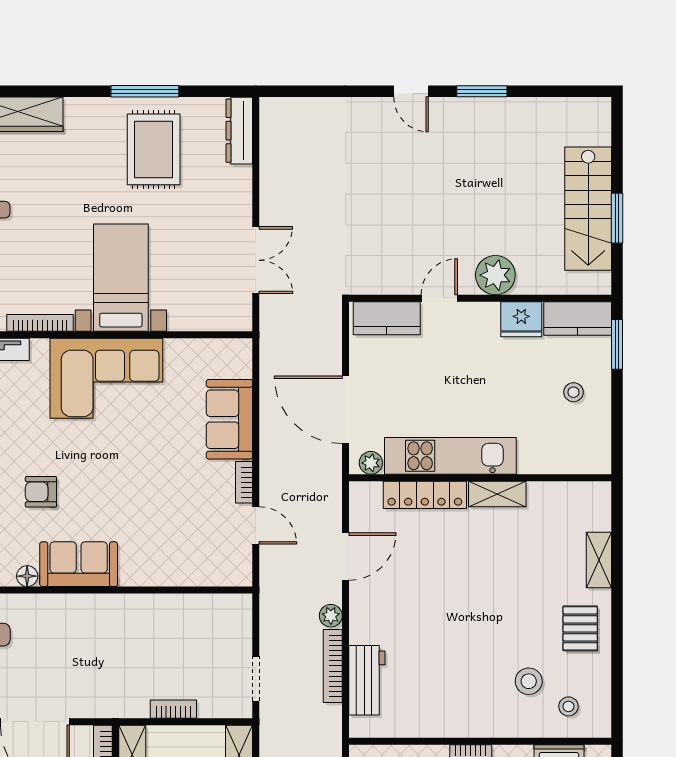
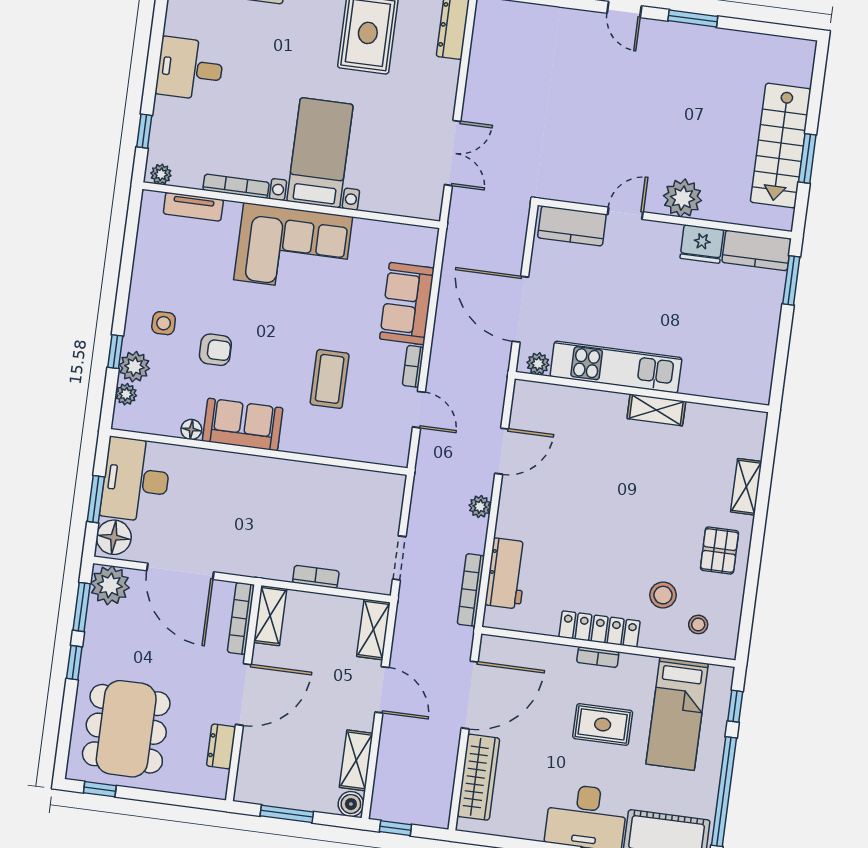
stool: (573, 392) -> (743, 321), removed
armchair: (41, 492) -> (215, 350), turned 180
locker: (425, 495) -> (600, 629), moved, turned 180
coffee table: (161, 506) -> (330, 379), added
bookcase: (333, 666) -> (471, 590), moved

